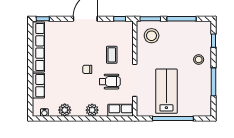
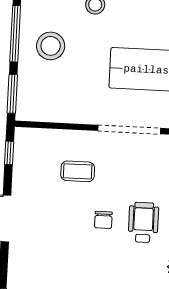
stool: (152, 36) -> (51, 46), moved
wheelchair: (110, 82) -> (143, 222), moved

